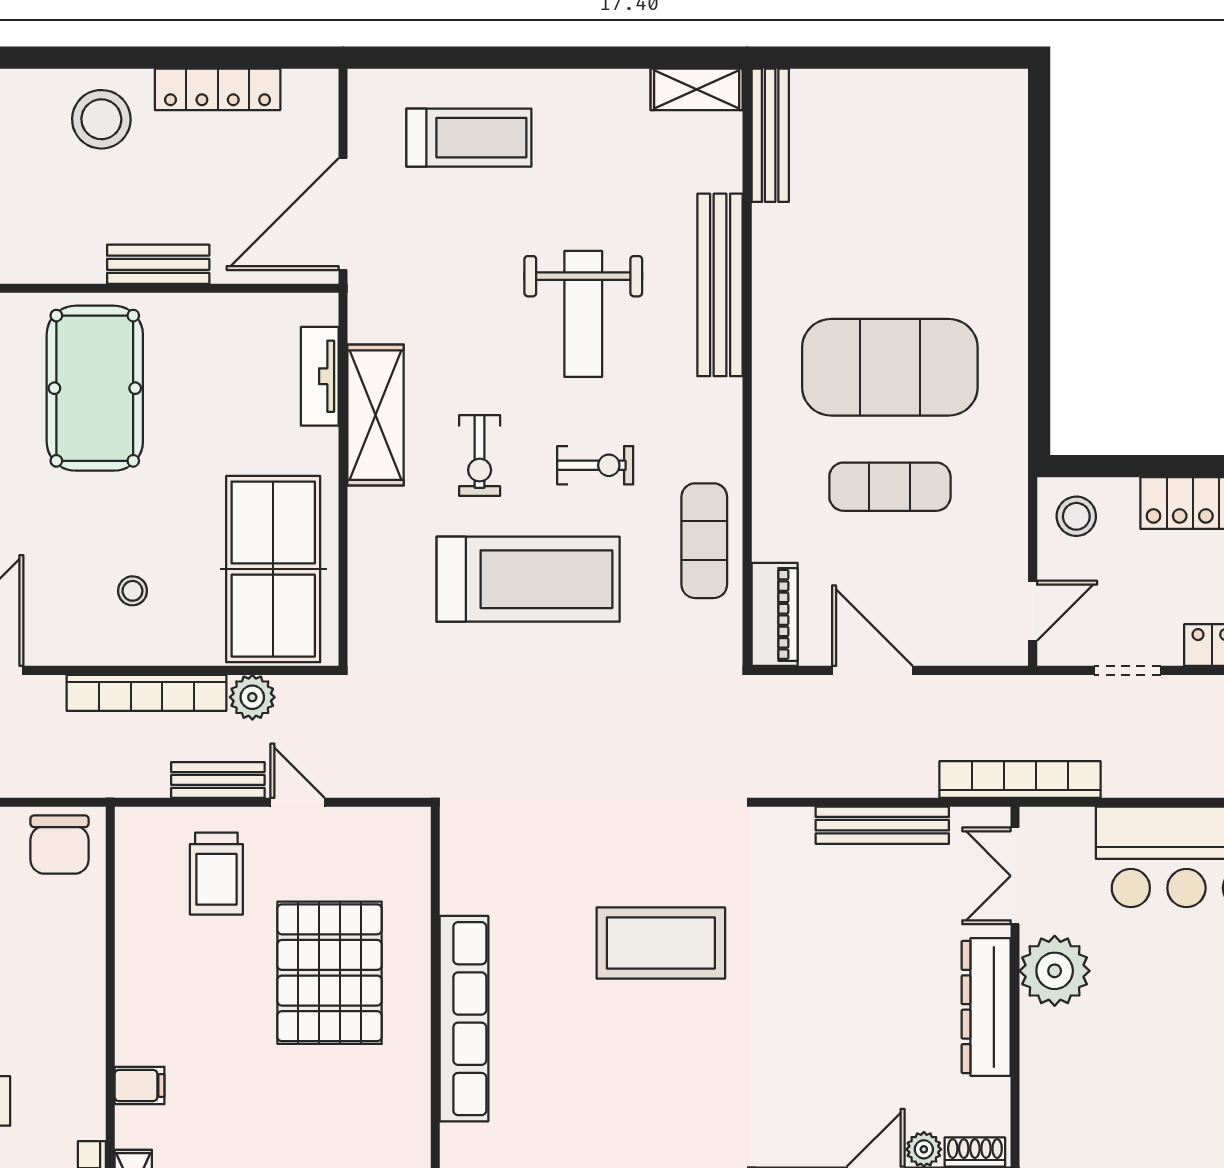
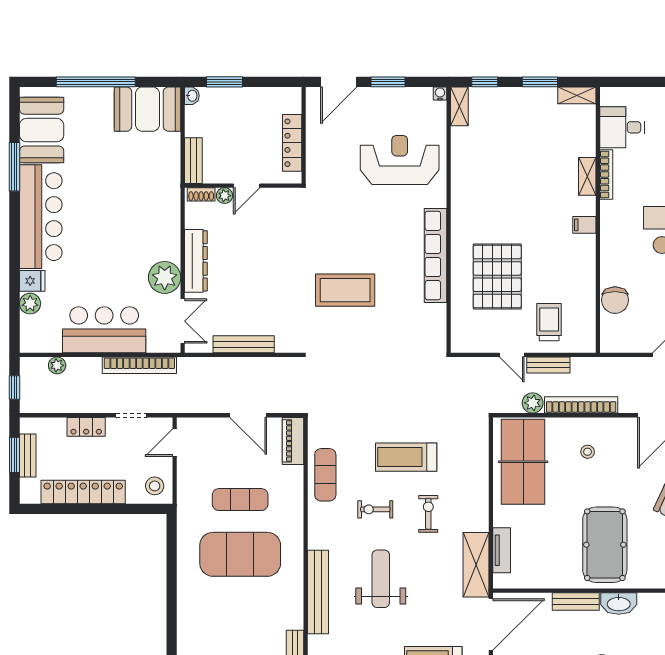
washbasin: (65, 260) -> (619, 603), added
shelving: (376, 415) -> (476, 565), moved
treadmill: (528, 579) -> (406, 457), width x0.73, depth x0.73
bookcase: (1020, 779) -> (139, 365), moved
chair: (60, 845) -> (615, 300), moved, turned 180

